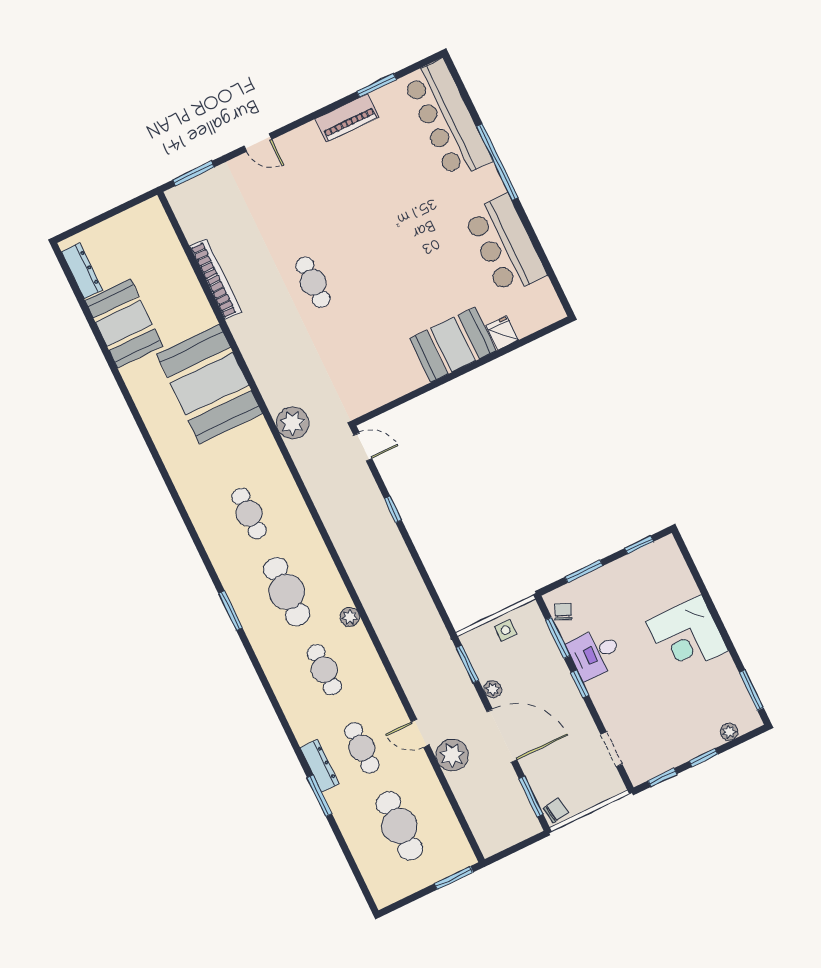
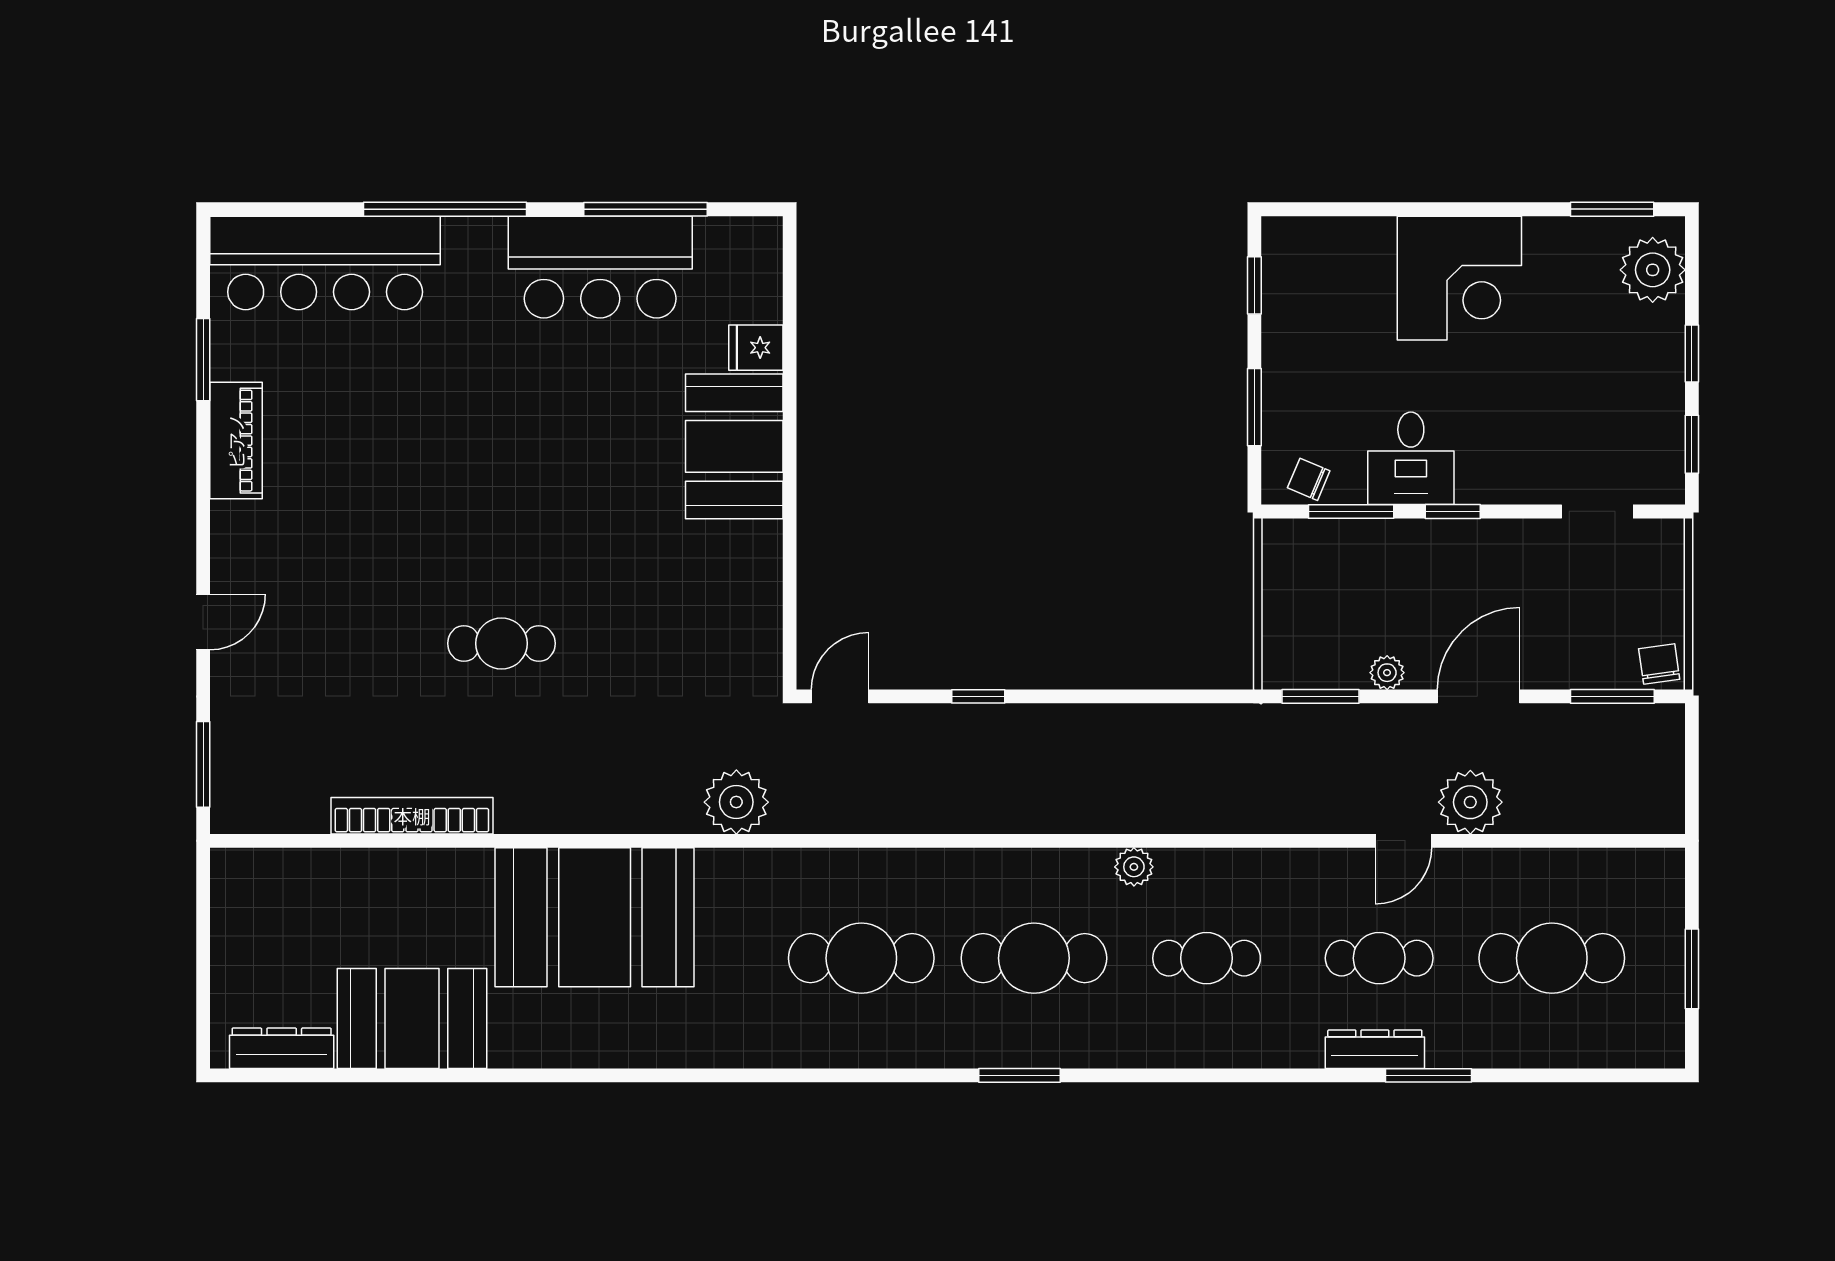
window: (541, 253) -> (646, 209), added
cafe table: (249, 514) -> (861, 958), width x1.37, depth x1.35
side table: (505, 630) -> (1292, 599), removed
plant: (729, 732) -> (1653, 270), width x1.88, depth x1.88
door: (502, 736) -> (1479, 696), width x0.73
window: (454, 878) -> (1692, 969), moved

